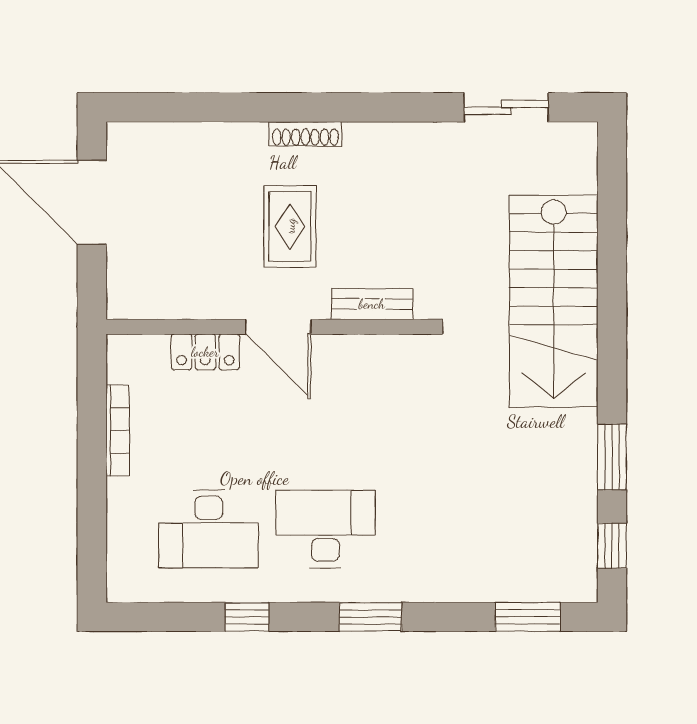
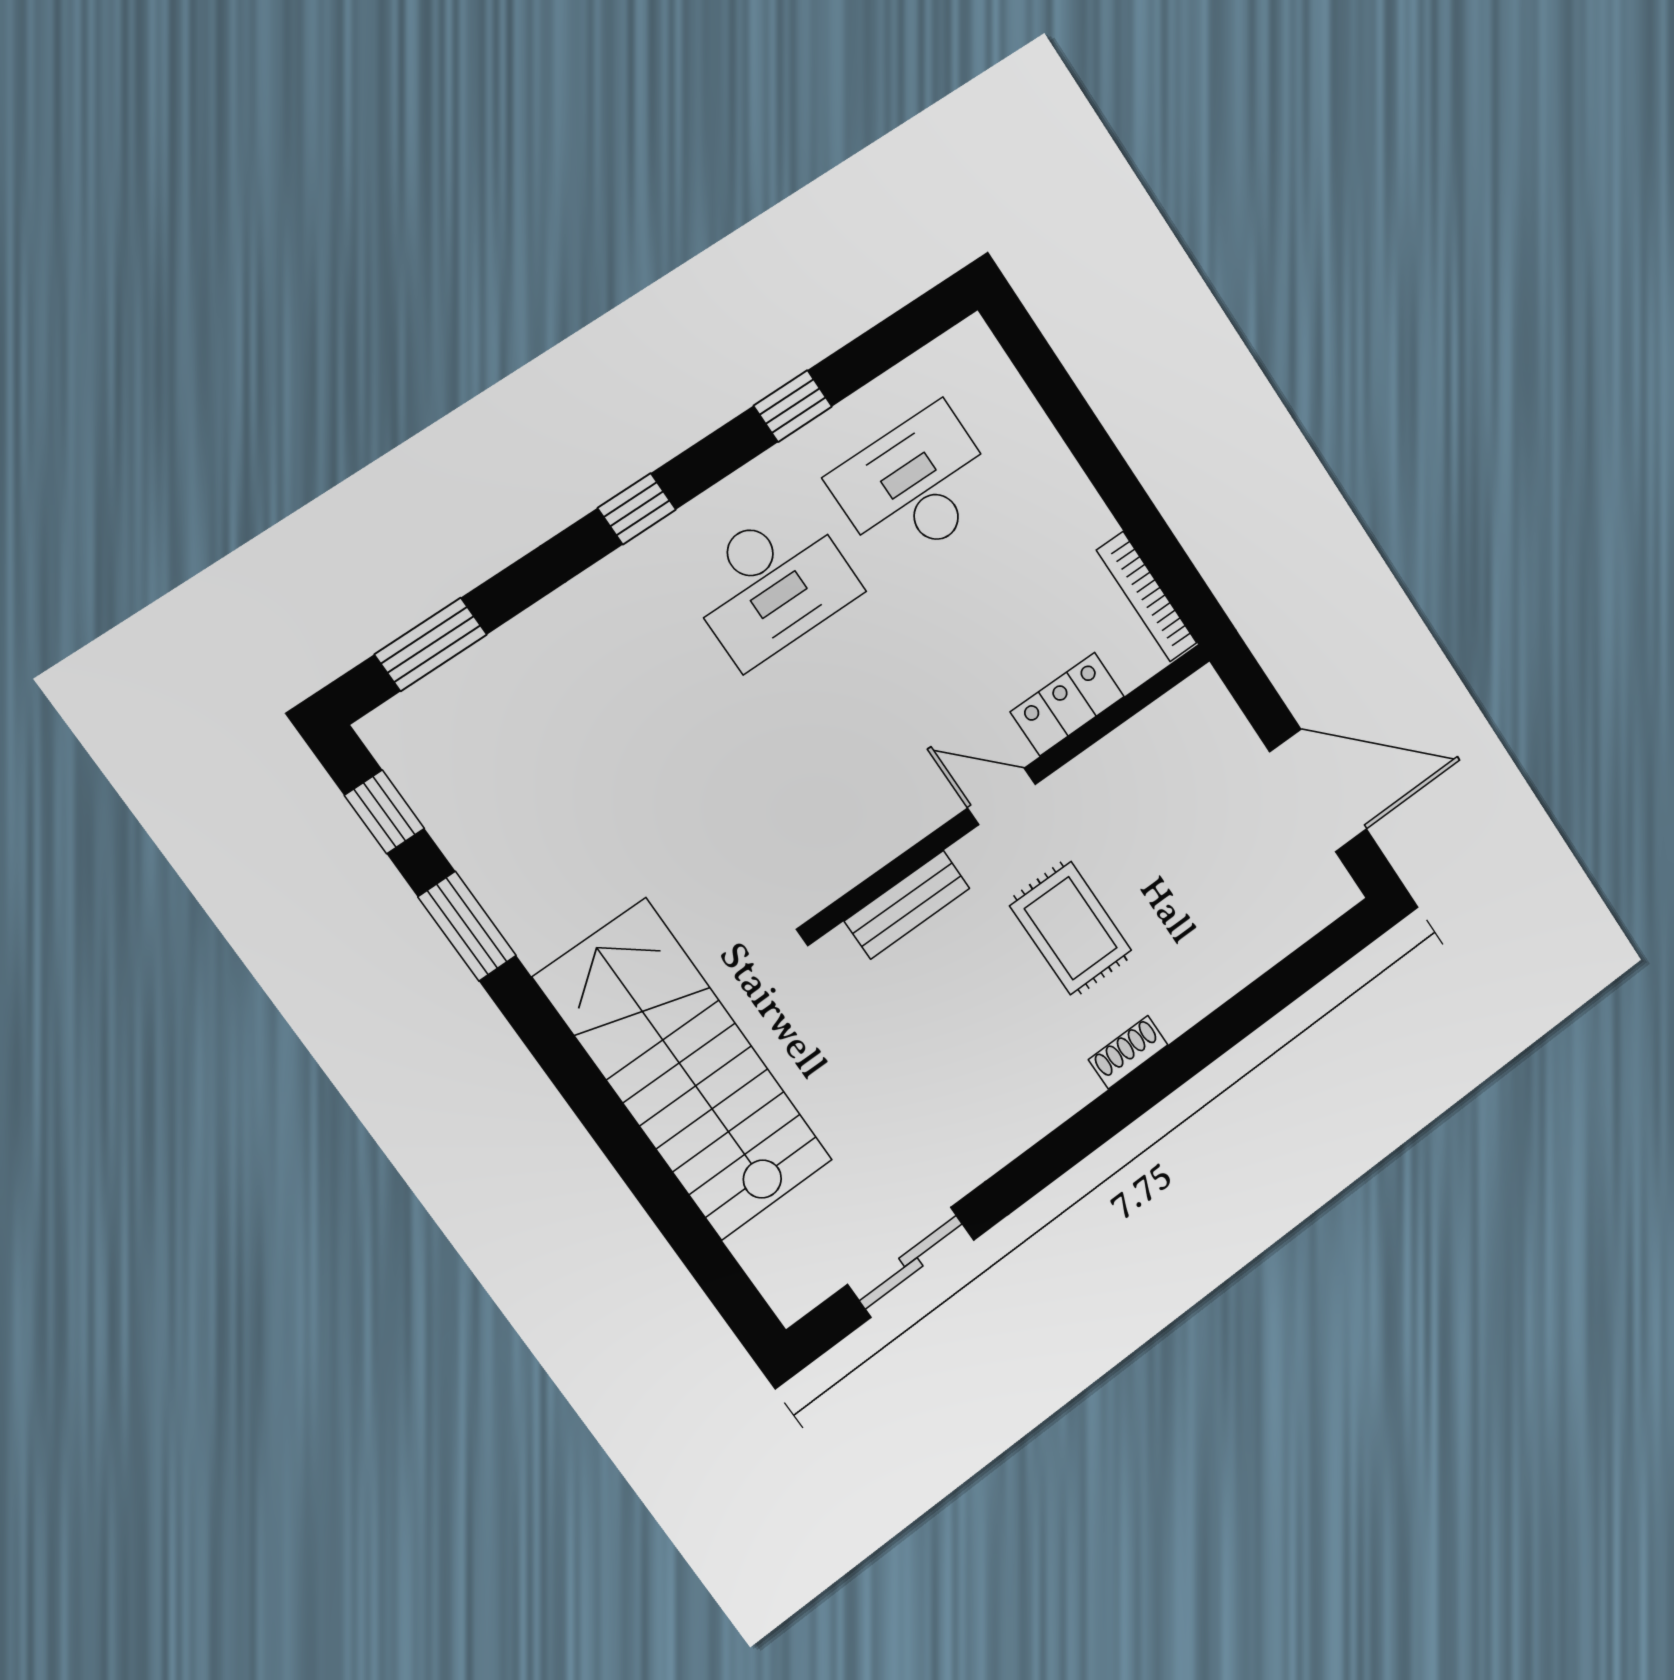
shoe rack: (305, 134) -> (1128, 1052), width x0.70
door: (278, 327) -> (1002, 796), width x0.73
bookcase: (118, 430) -> (1147, 597), moved
window: (370, 617) -> (637, 509), width x0.67

